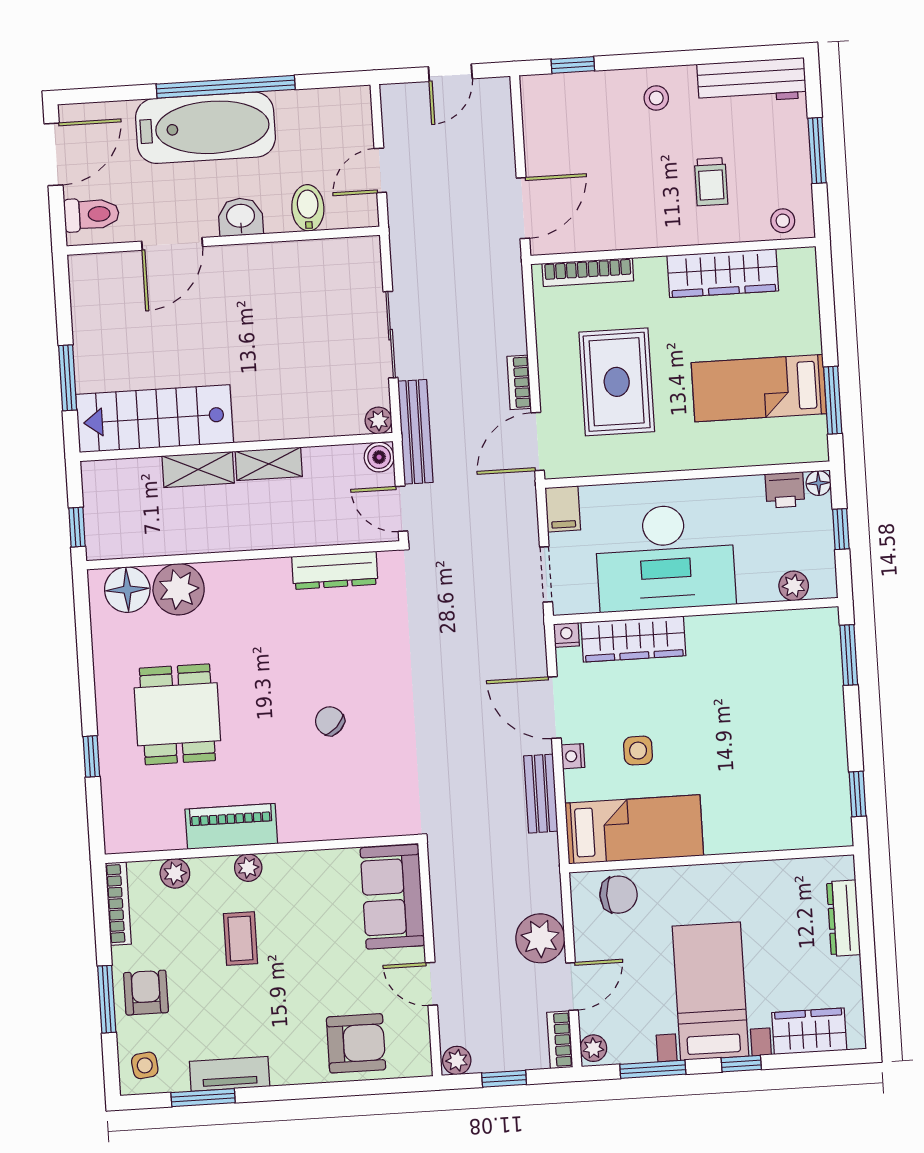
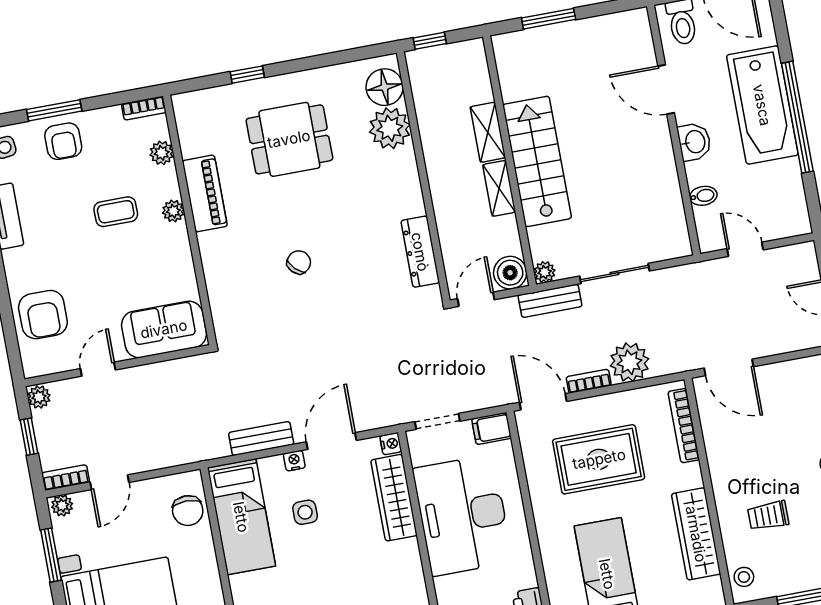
bidet: (308, 208) -> (703, 196), width x0.72, depth x0.74
stairs: (155, 419) -> (537, 161), moved
bench: (415, 432) -> (550, 301), width x0.73
boiler: (379, 457) -> (510, 273), width x1.36, depth x1.36
bookcase: (118, 904) -> (144, 108), width x0.64
plant: (540, 938) -> (630, 362), moved
door: (572, 986) -> (110, 482), hinge flipped
armchair: (146, 993) -> (63, 141), turned 90

